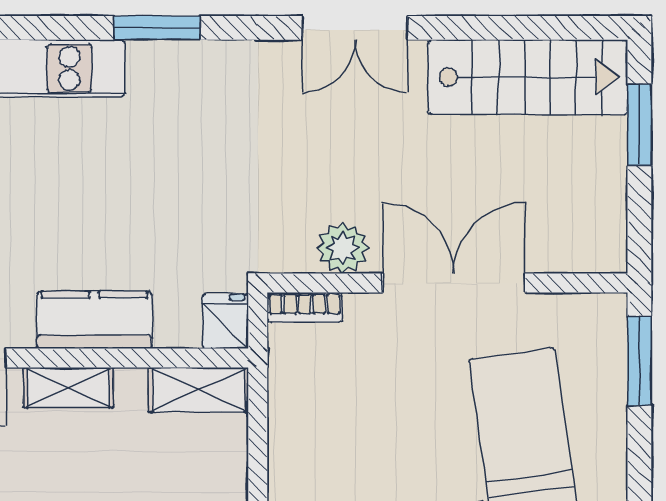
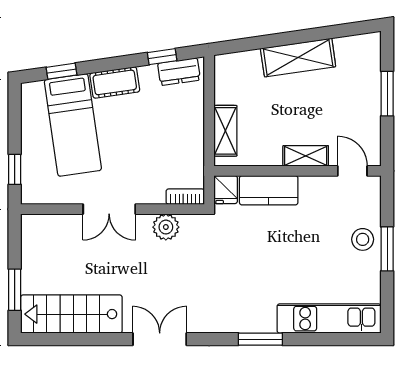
double door: (454, 283) -> (109, 209), width x0.73
kitchen counter: (94, 320) -> (269, 190), moved
window: (639, 361) -> (15, 169), width x0.67
shelving: (199, 390) -> (225, 131), moved, turned 90

